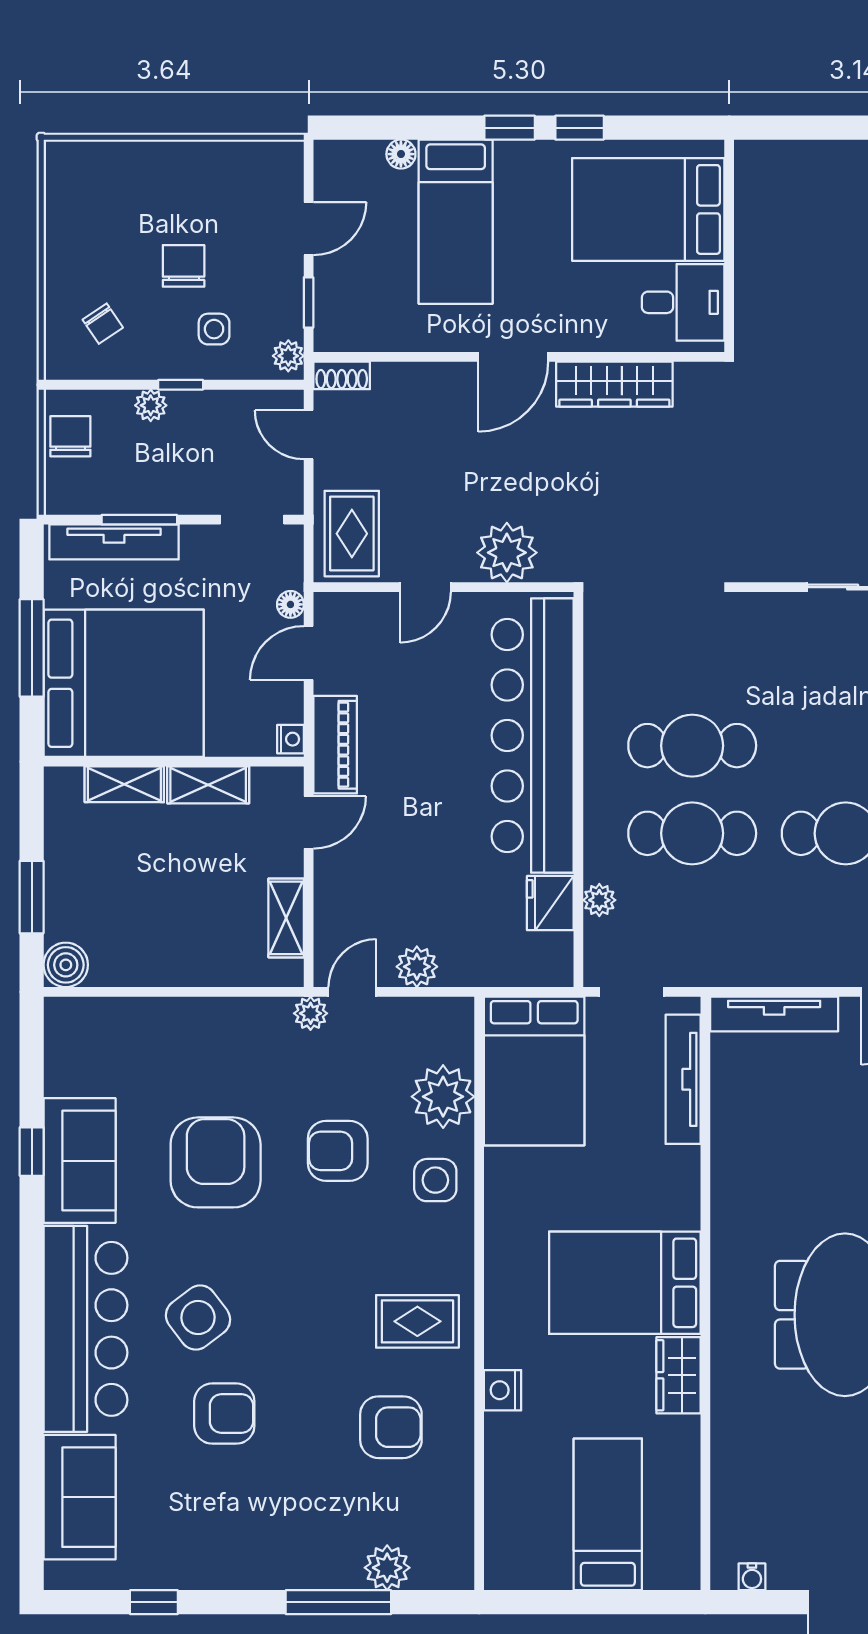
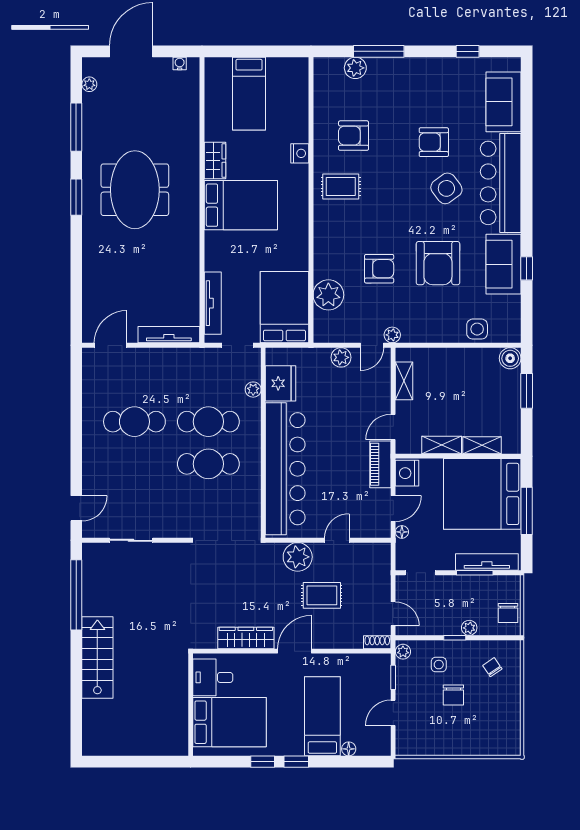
rug: (352, 534) -> (322, 595), moved, turned 90
nightstand: (290, 739) -> (407, 473), width x1.89, depth x1.79
fridge: (550, 903) -> (281, 383), width x1.36, depth x1.34
side table: (435, 1180) -> (477, 329), moved

